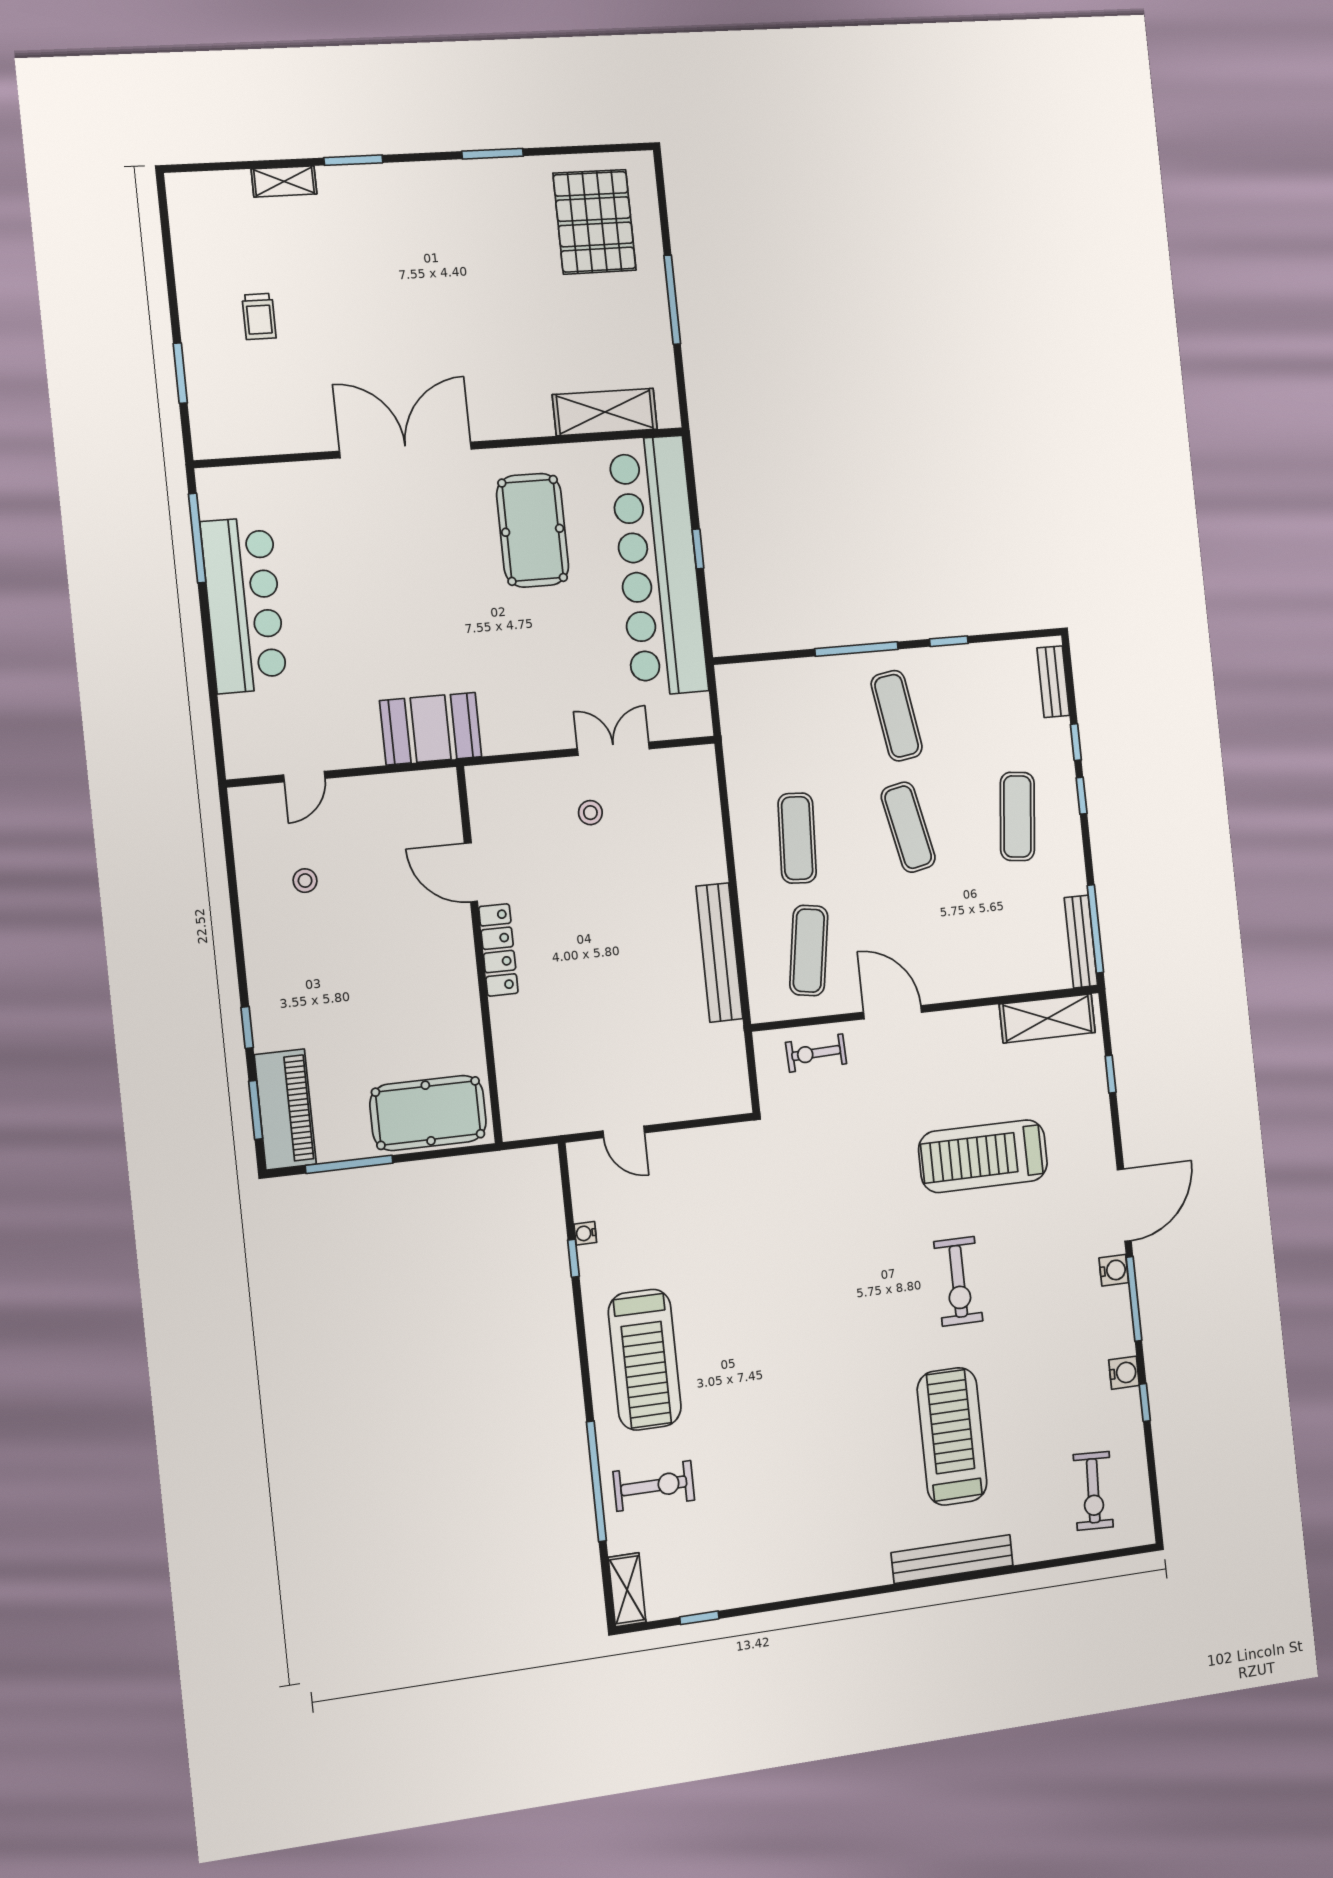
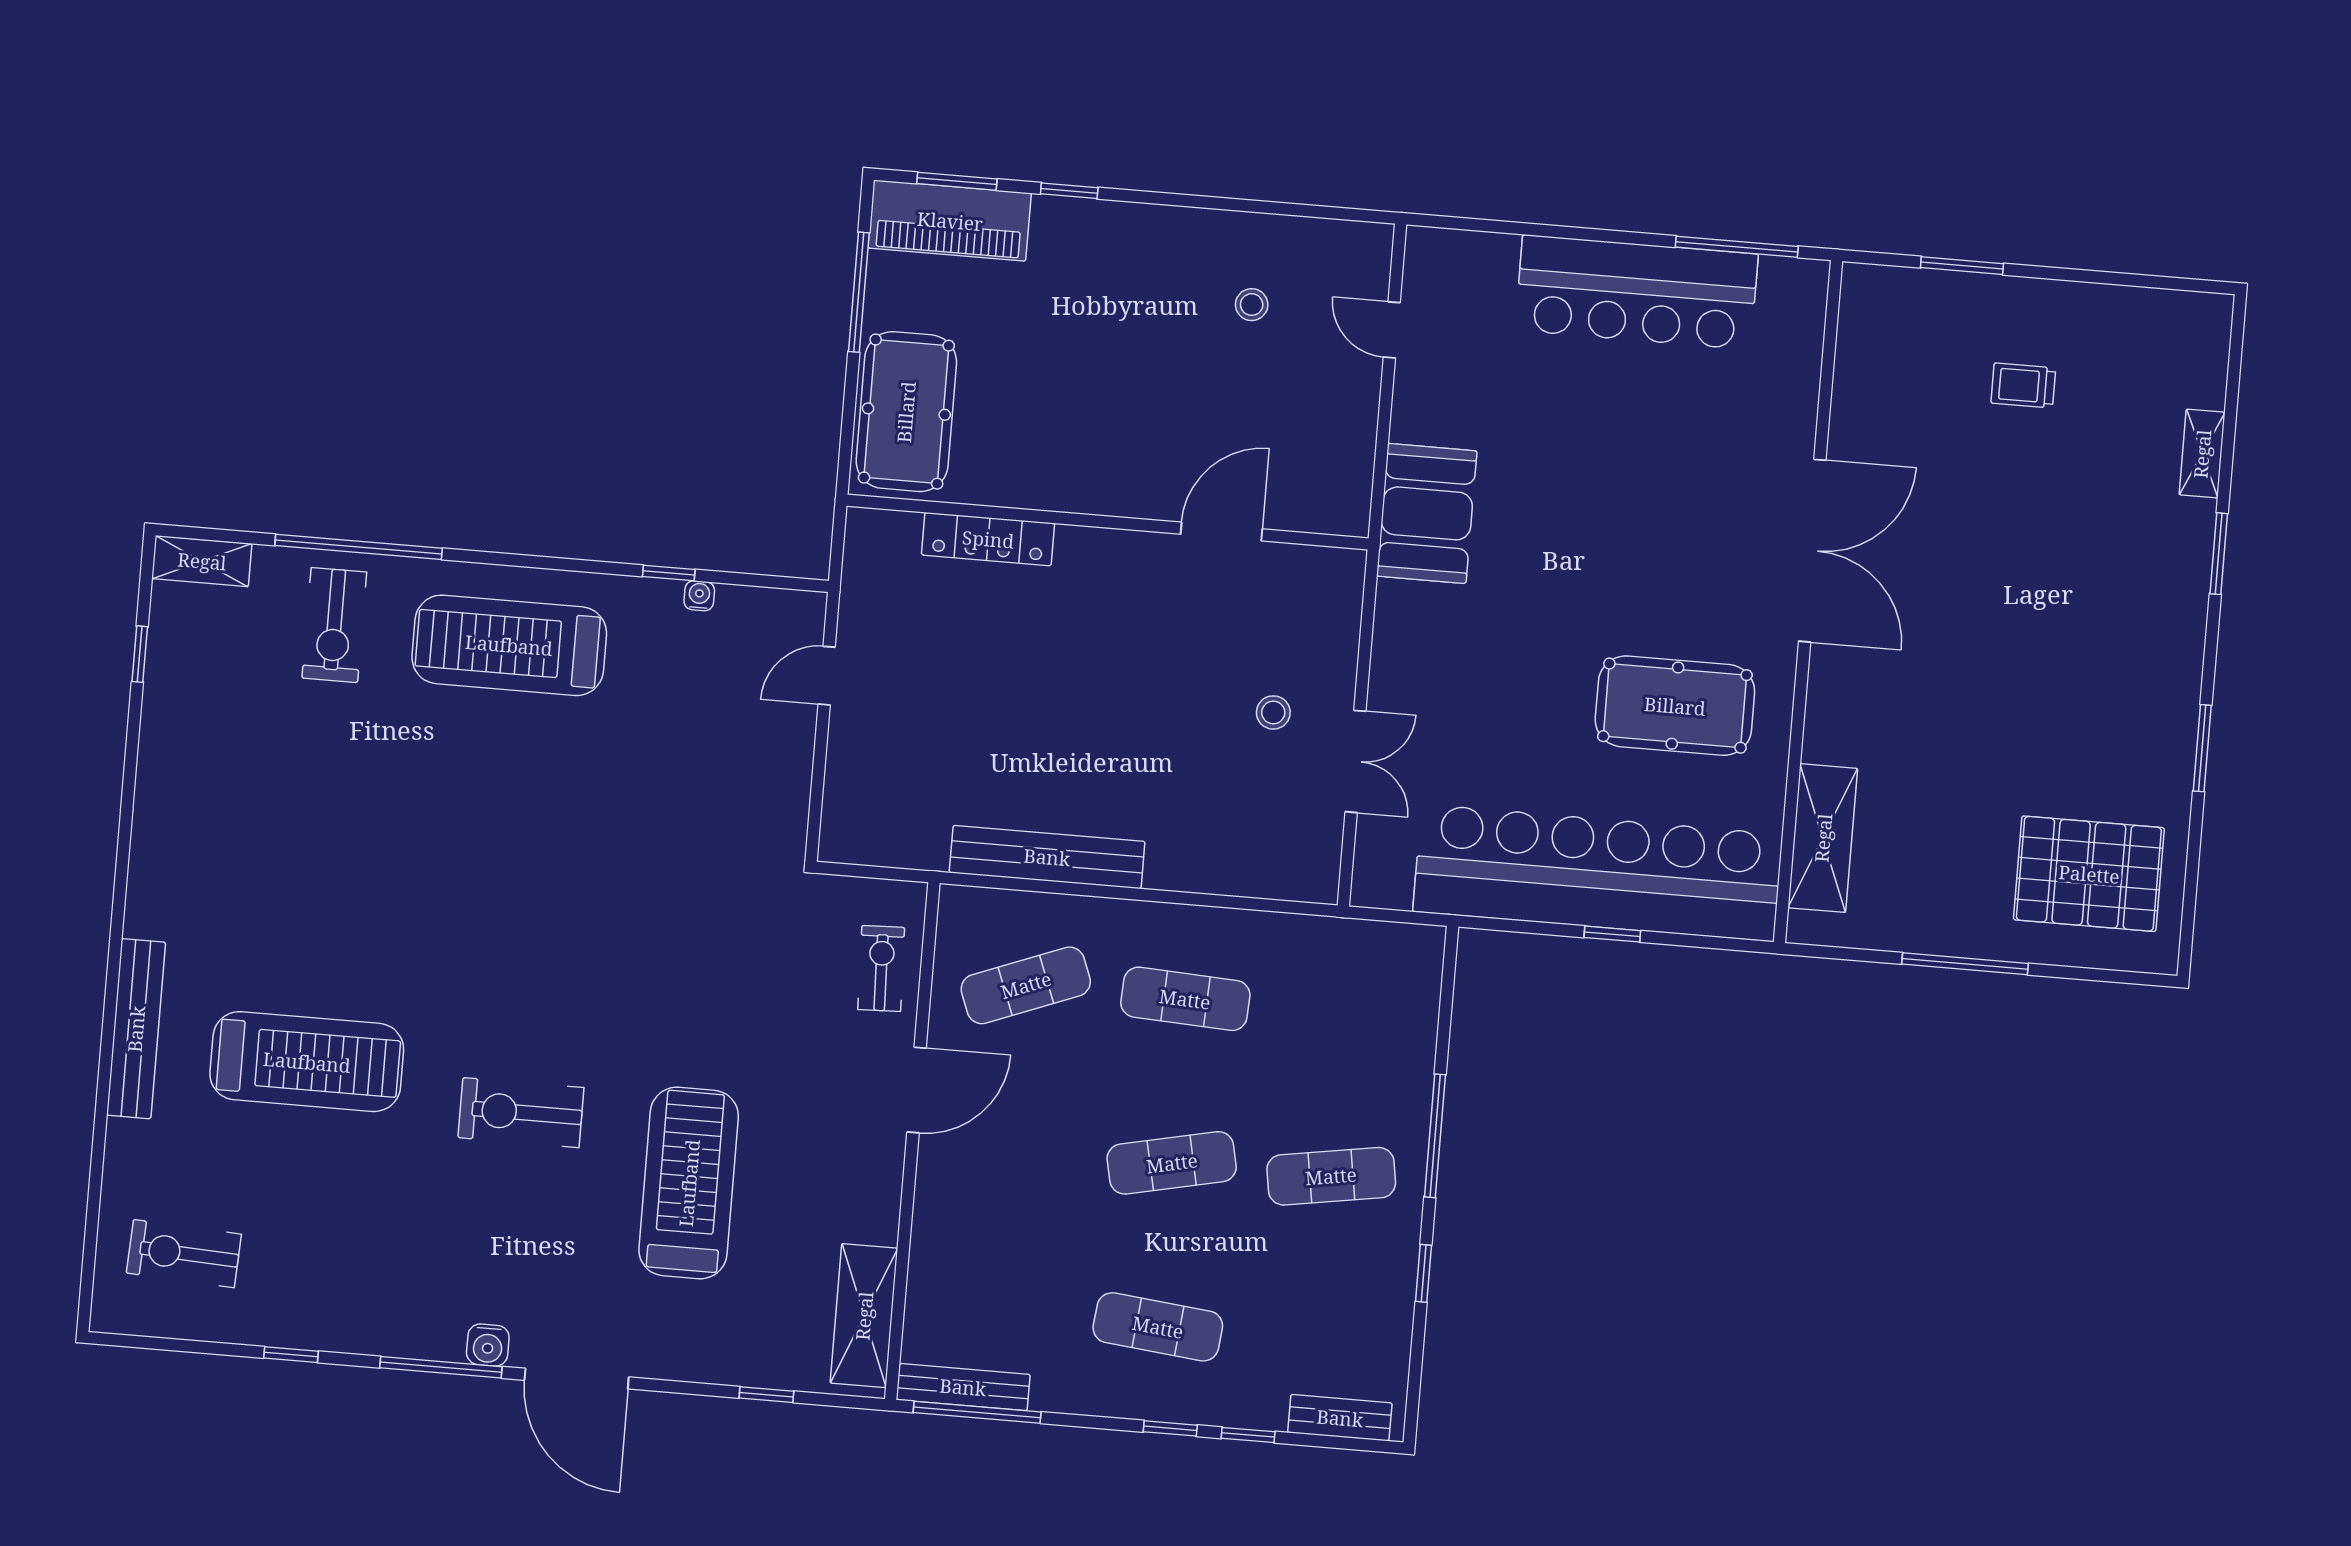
locker: (498, 950) -> (988, 539), moved
exercise mat: (809, 951) -> (1026, 985), turned -30
water cooler: (1124, 1373) -> (340, 1332), removed

